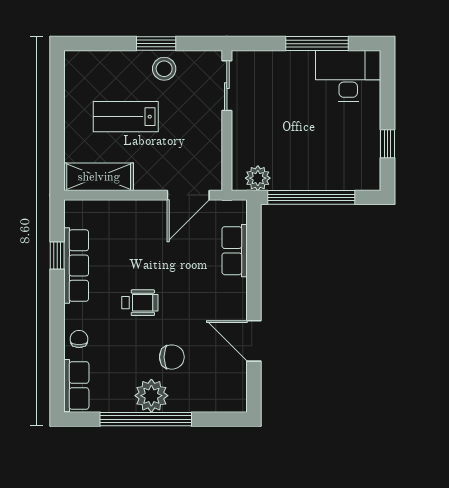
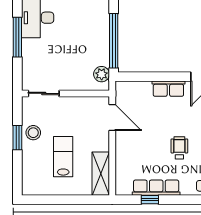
lab bench: (126, 117) -> (63, 157), turned 180
row of seats: (235, 251) -> (168, 89), moved

